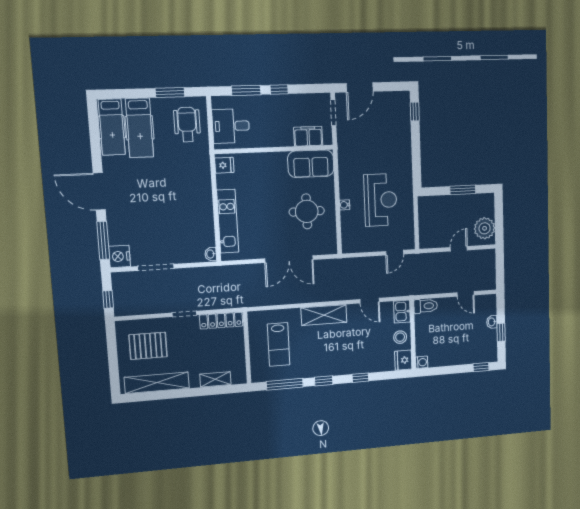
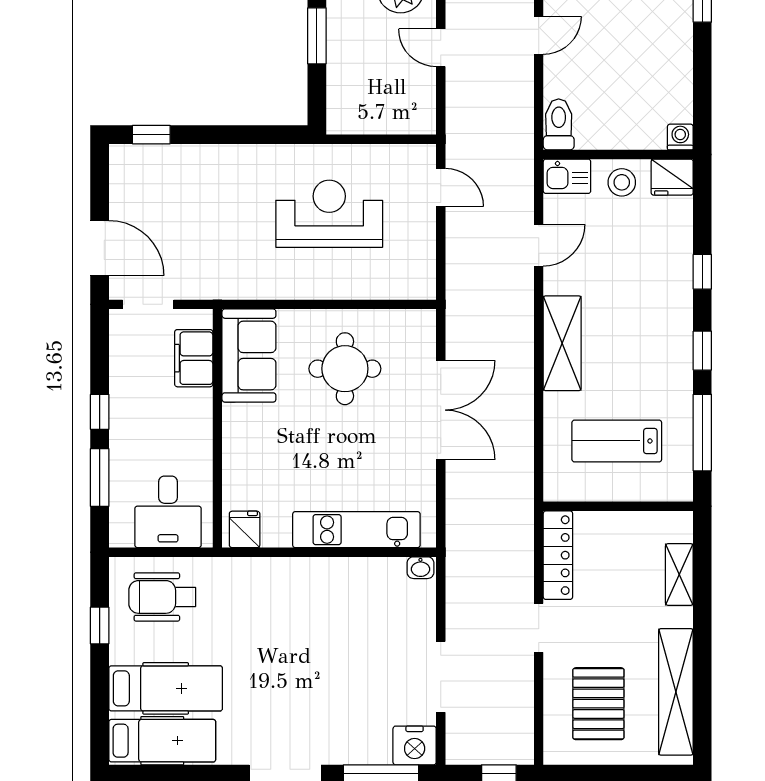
window: (170, 92) -> (100, 625), width x0.67
water cooler: (345, 205) -> (336, 290), removed
lab bench: (279, 344) -> (617, 441), turned 180

